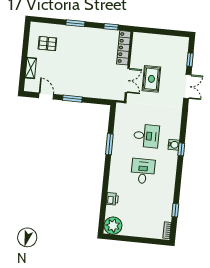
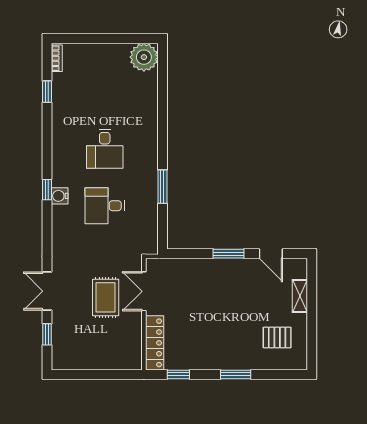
printer: (112, 199) -> (149, 100), removed

